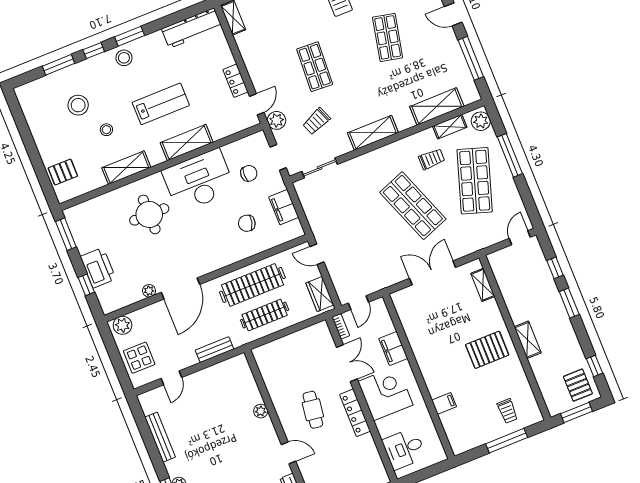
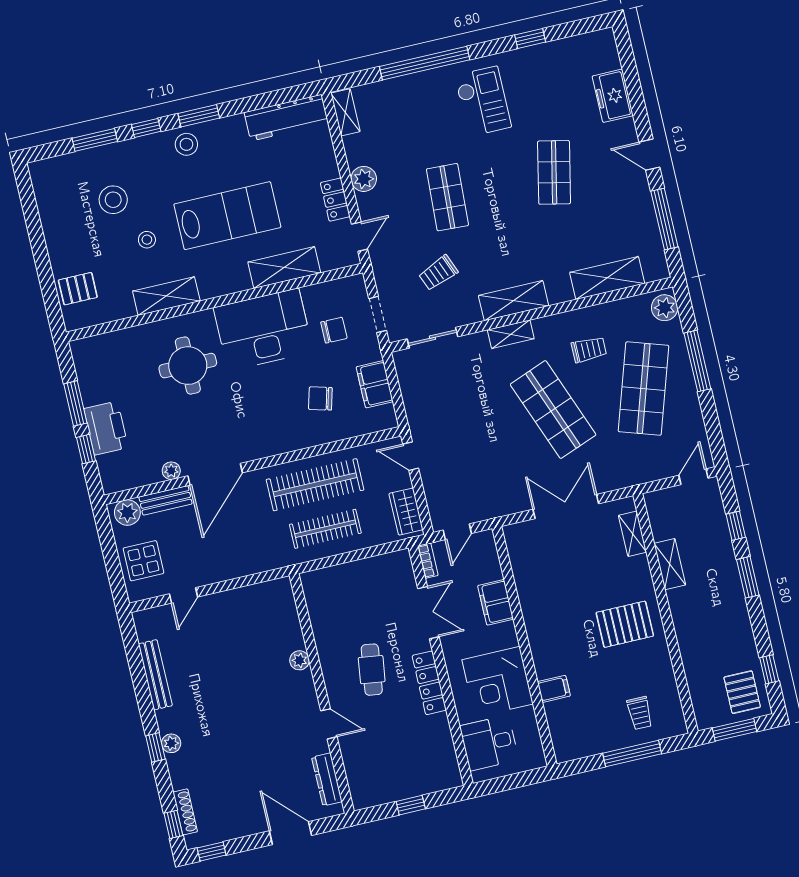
lab bench: (161, 104) -> (227, 216), width x1.36, depth x1.39
plant: (276, 120) -> (364, 179), moved
shelving: (450, 127) -> (511, 334), moved
shelving: (187, 143) -> (284, 268), moved
window: (66, 234) -> (75, 403), moved
shelving: (528, 340) -> (670, 564), moved
bench: (214, 350) -> (165, 500), moved
corner desk: (385, 393) -> (498, 682), moved, turned 180

